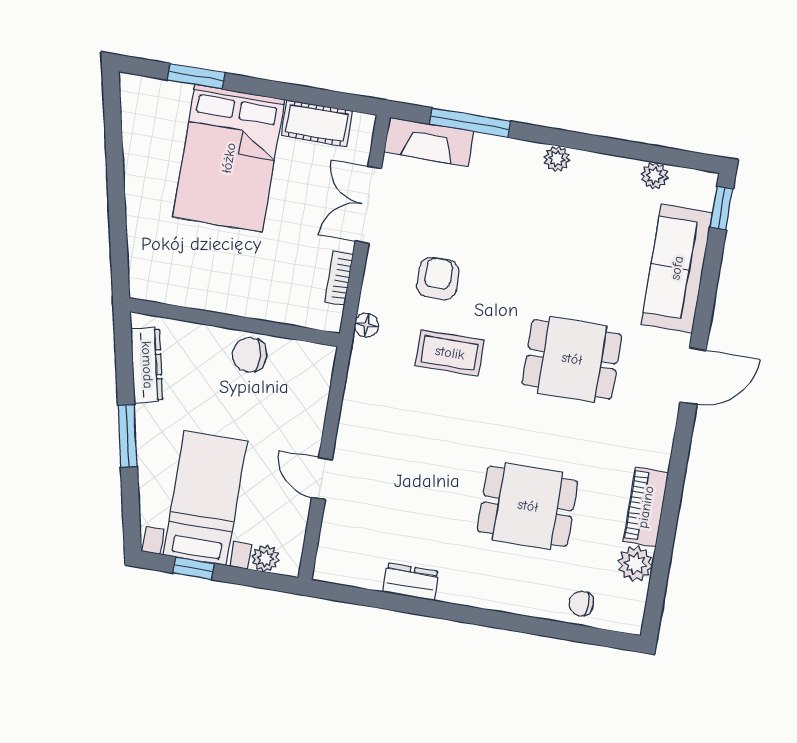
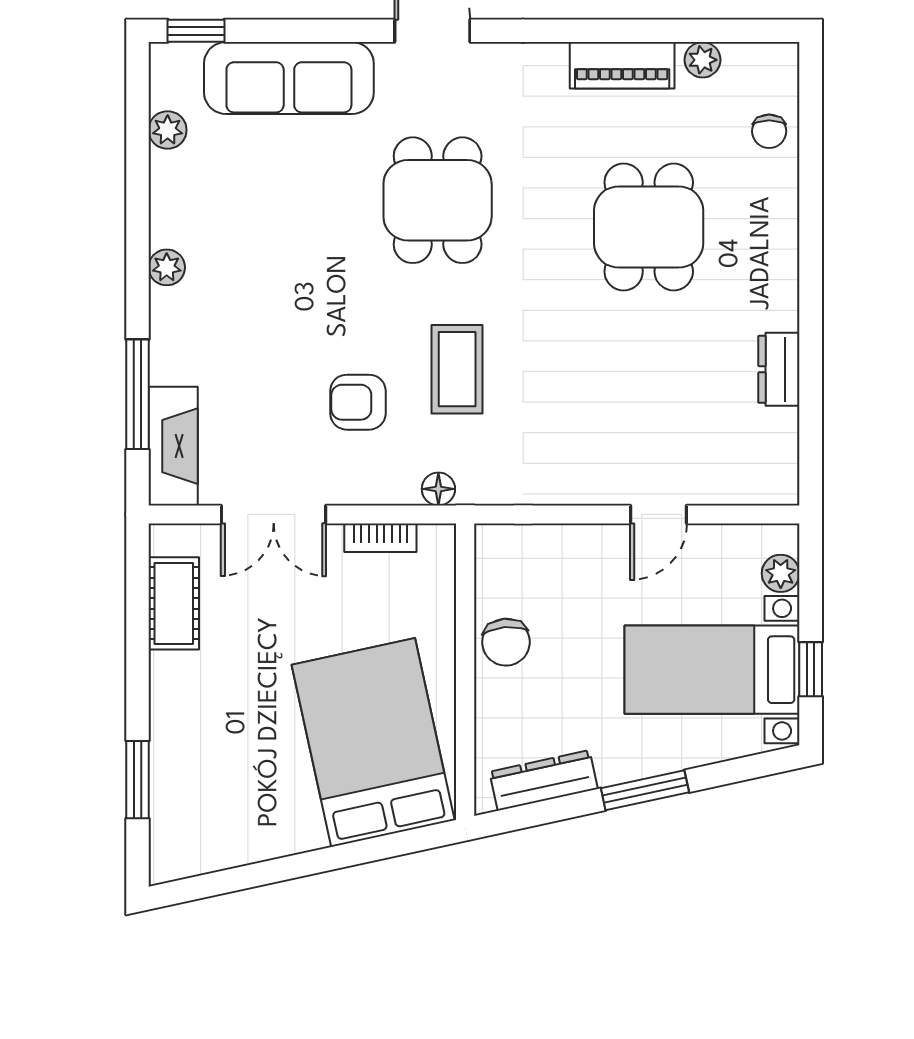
bed: (229, 158) -> (373, 742), moved, turned -102
plant: (635, 564) -> (703, 60), width x0.73, depth x0.73

